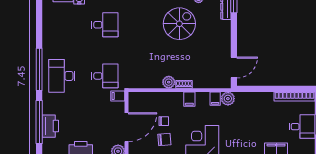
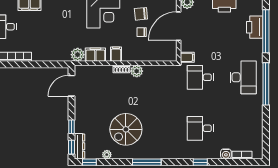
window: (234, 26) -> (71, 127), added
filing cabinet: (215, 99) -> (95, 55), width x2.00

